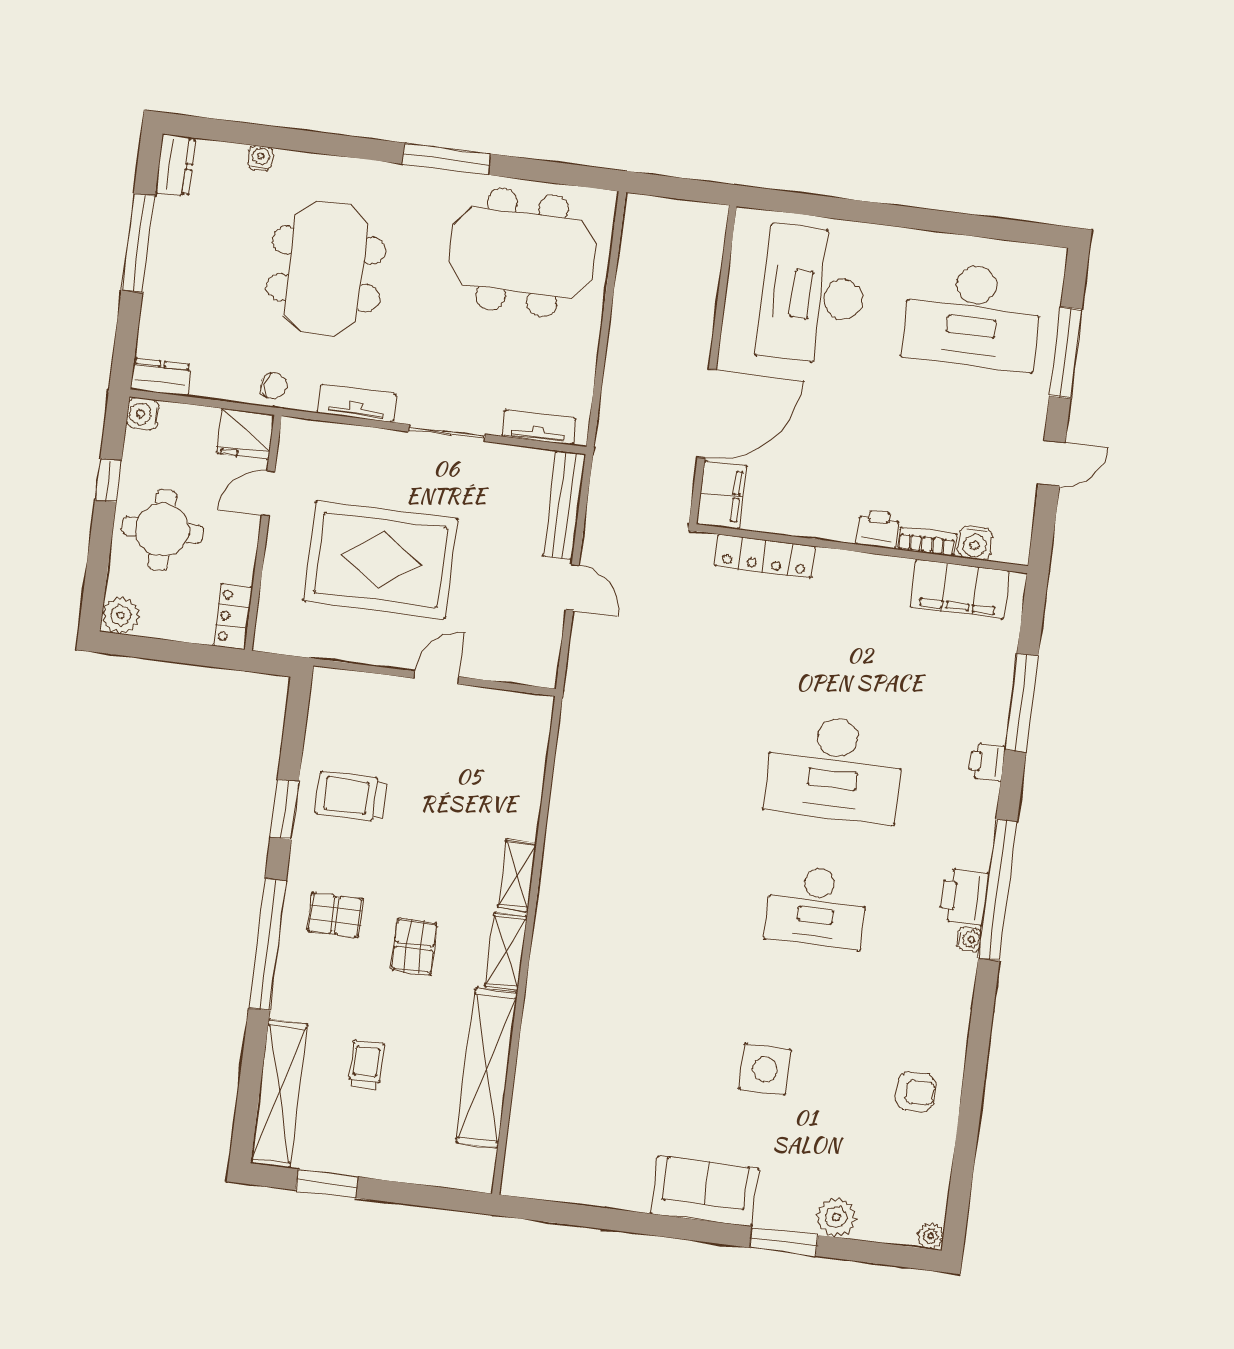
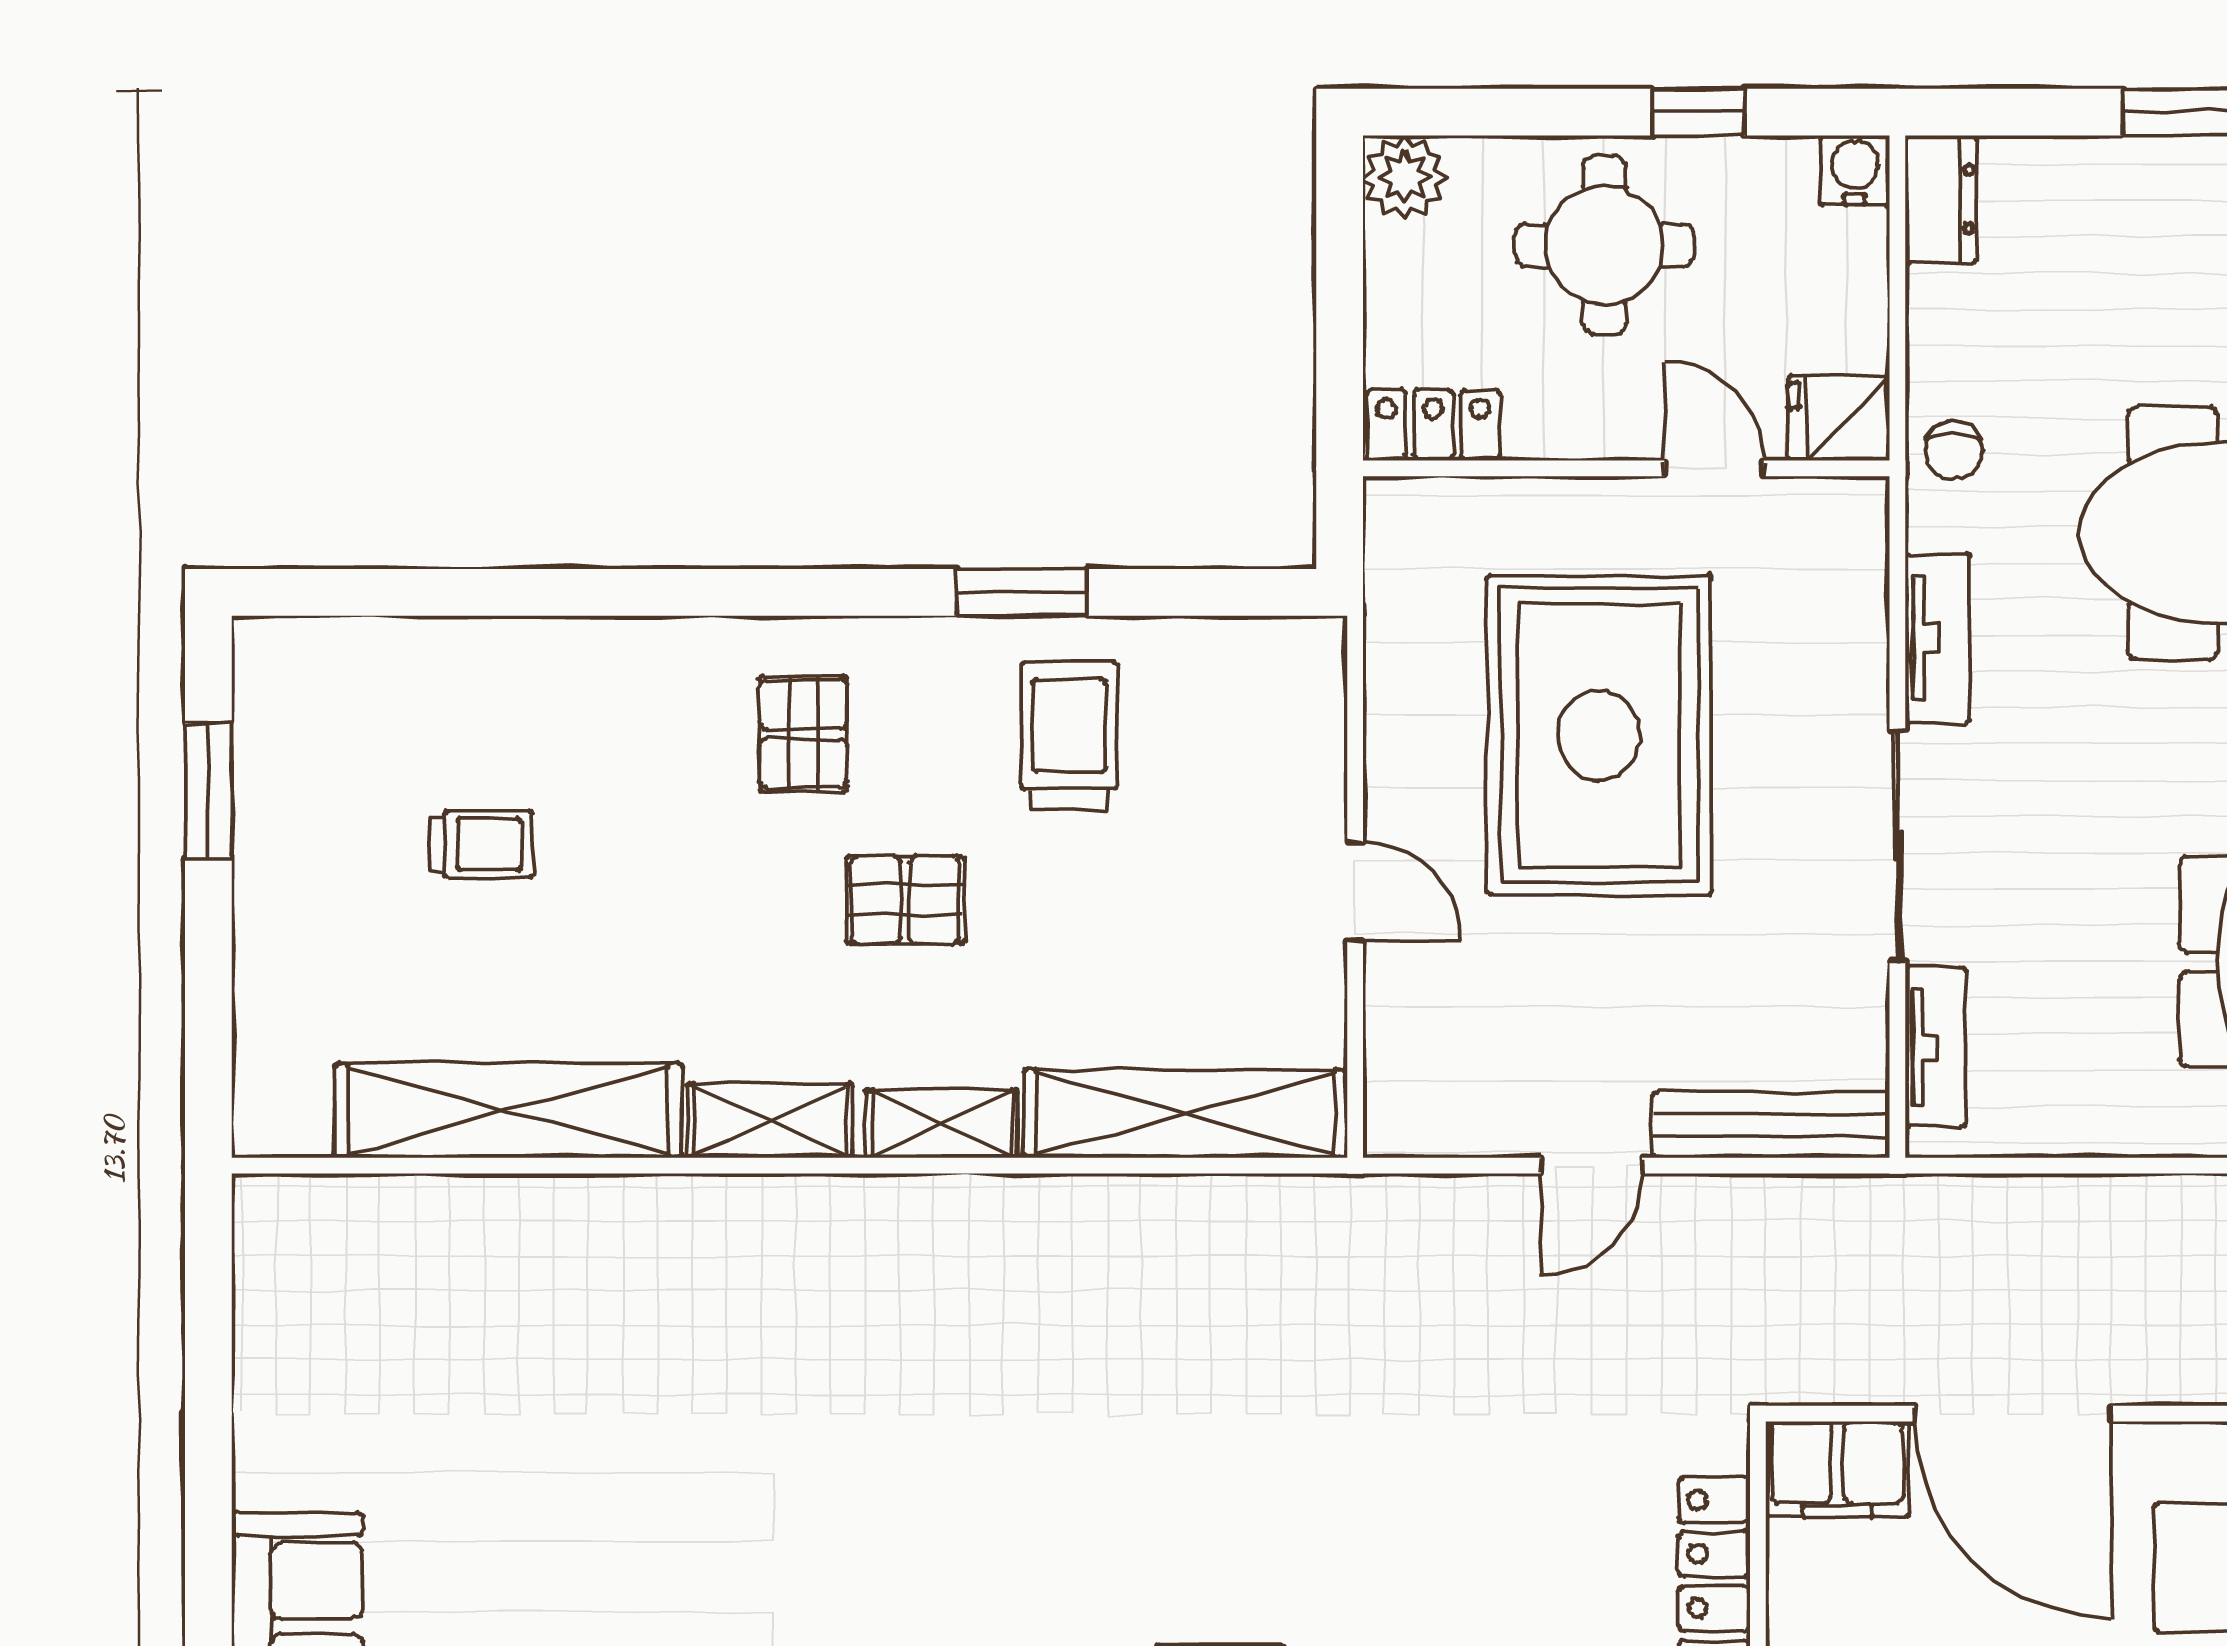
sliding door: (447, 433) -> (1897, 846), width x1.37
fridge: (245, 434) -> (1839, 418), width x0.72
window: (267, 944) -> (719, 592), removed
pallet: (414, 946) -> (905, 900), moved
shelving: (279, 1094) -> (1186, 1114), moved

